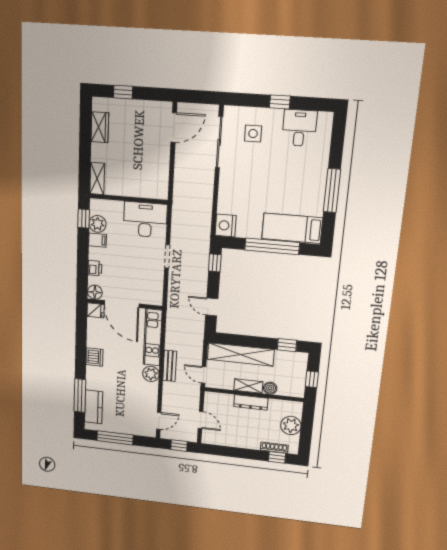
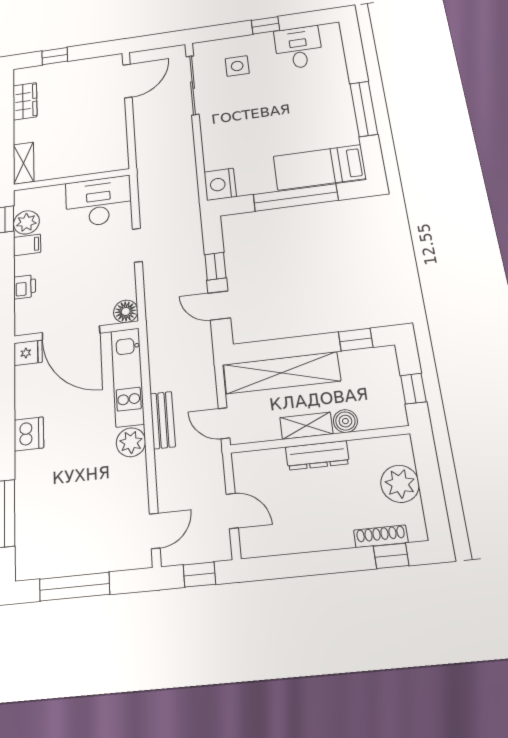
window: (215, 263) -> (215, 266), moved
floor lamp: (95, 292) -> (126, 311), moved
kitchen counter: (94, 407) -> (31, 530), removed

